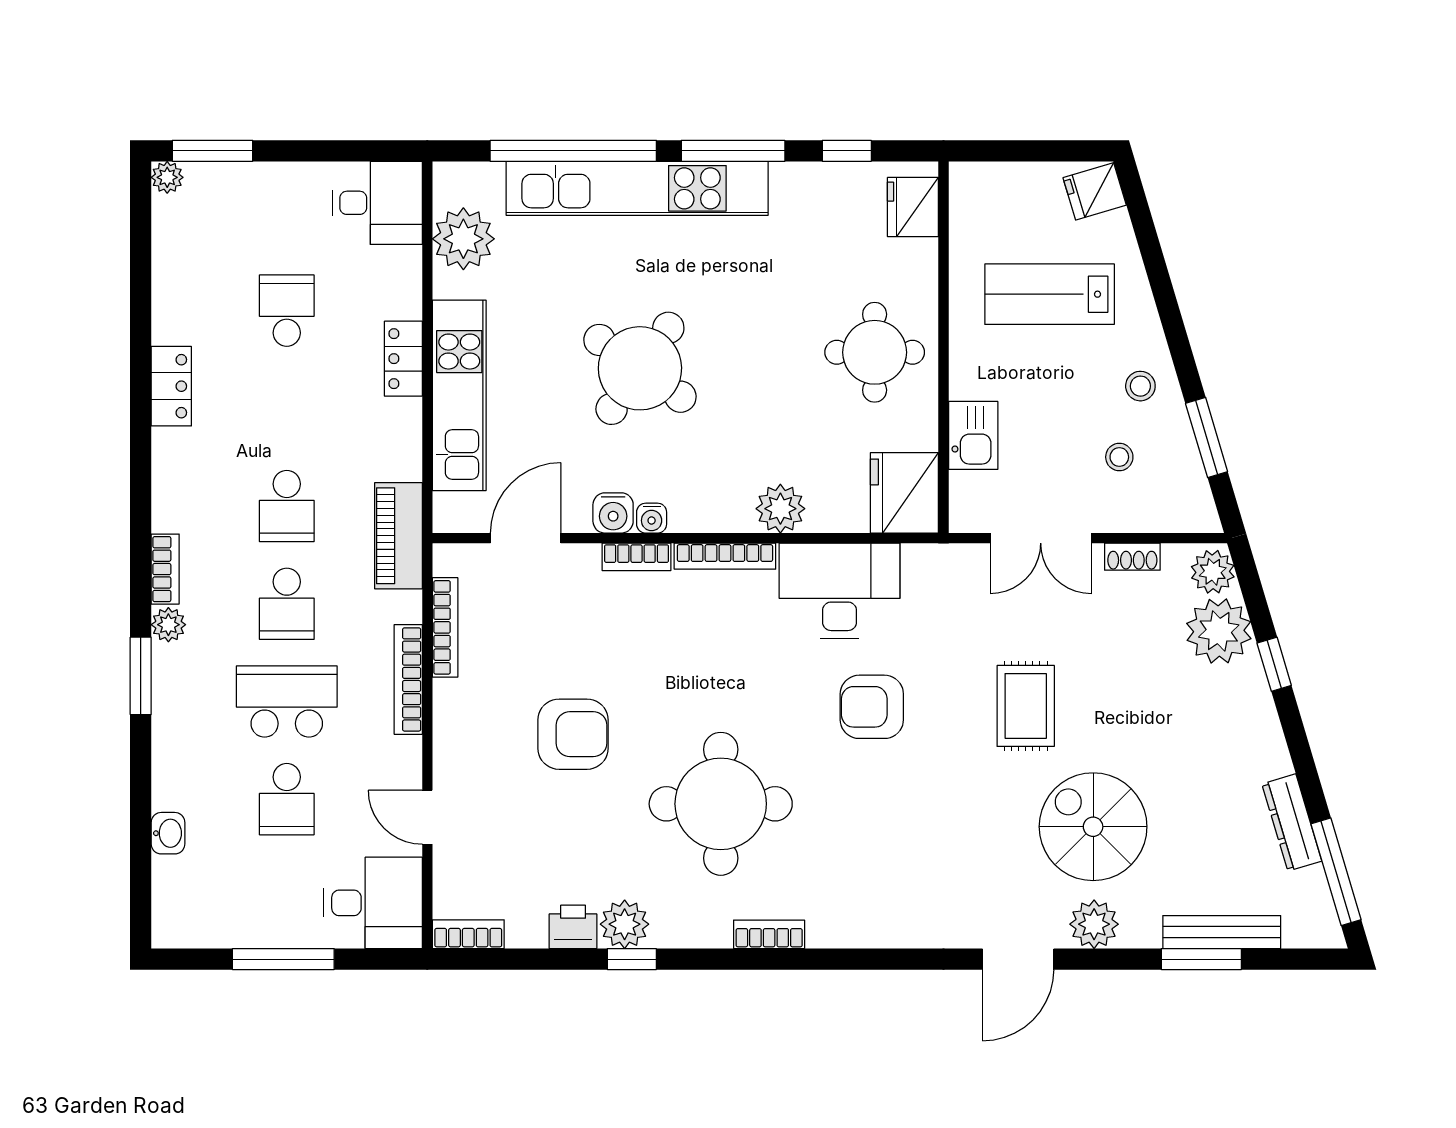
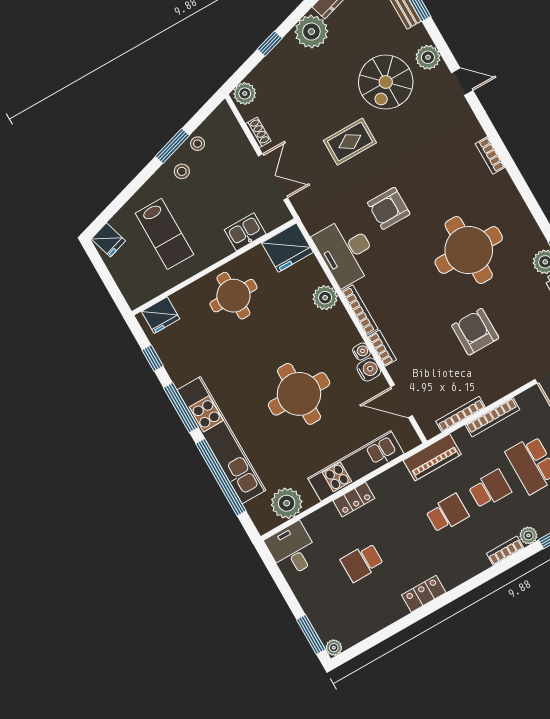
round table: (640, 368) -> (299, 394), turned -35
window: (1207, 437) -> (172, 146), moved
stool: (1119, 457) -> (198, 144), moved
plant: (1219, 631) -> (311, 32), moved
armchair: (872, 707) -> (389, 208), turned 90
bookcase: (769, 934) -> (490, 155), moved
door: (1018, 959) -> (462, 82), width x0.73

